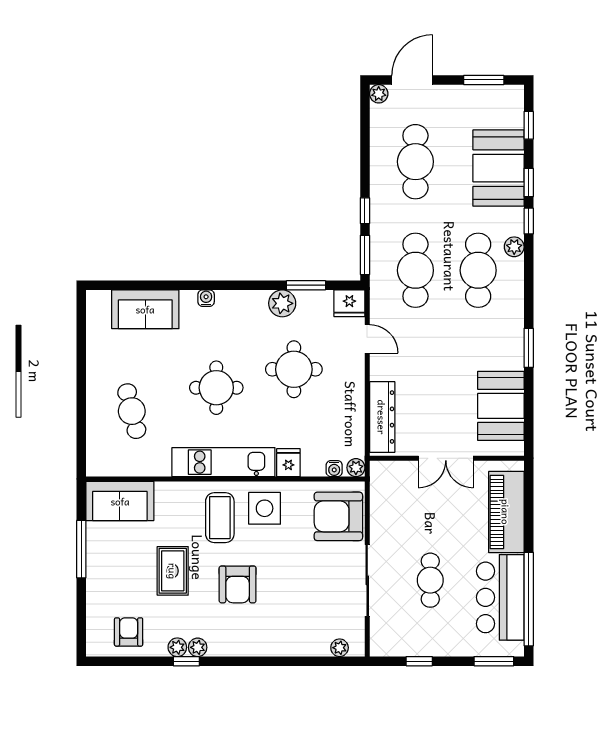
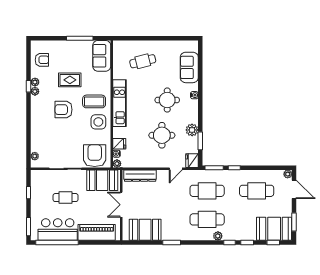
booth: (498, 168) -> (274, 229), moved
round table: (216, 388) -> (167, 100), moved
fridge: (288, 463) -> (119, 144), moved
booth: (392, 500) -> (102, 180), added

